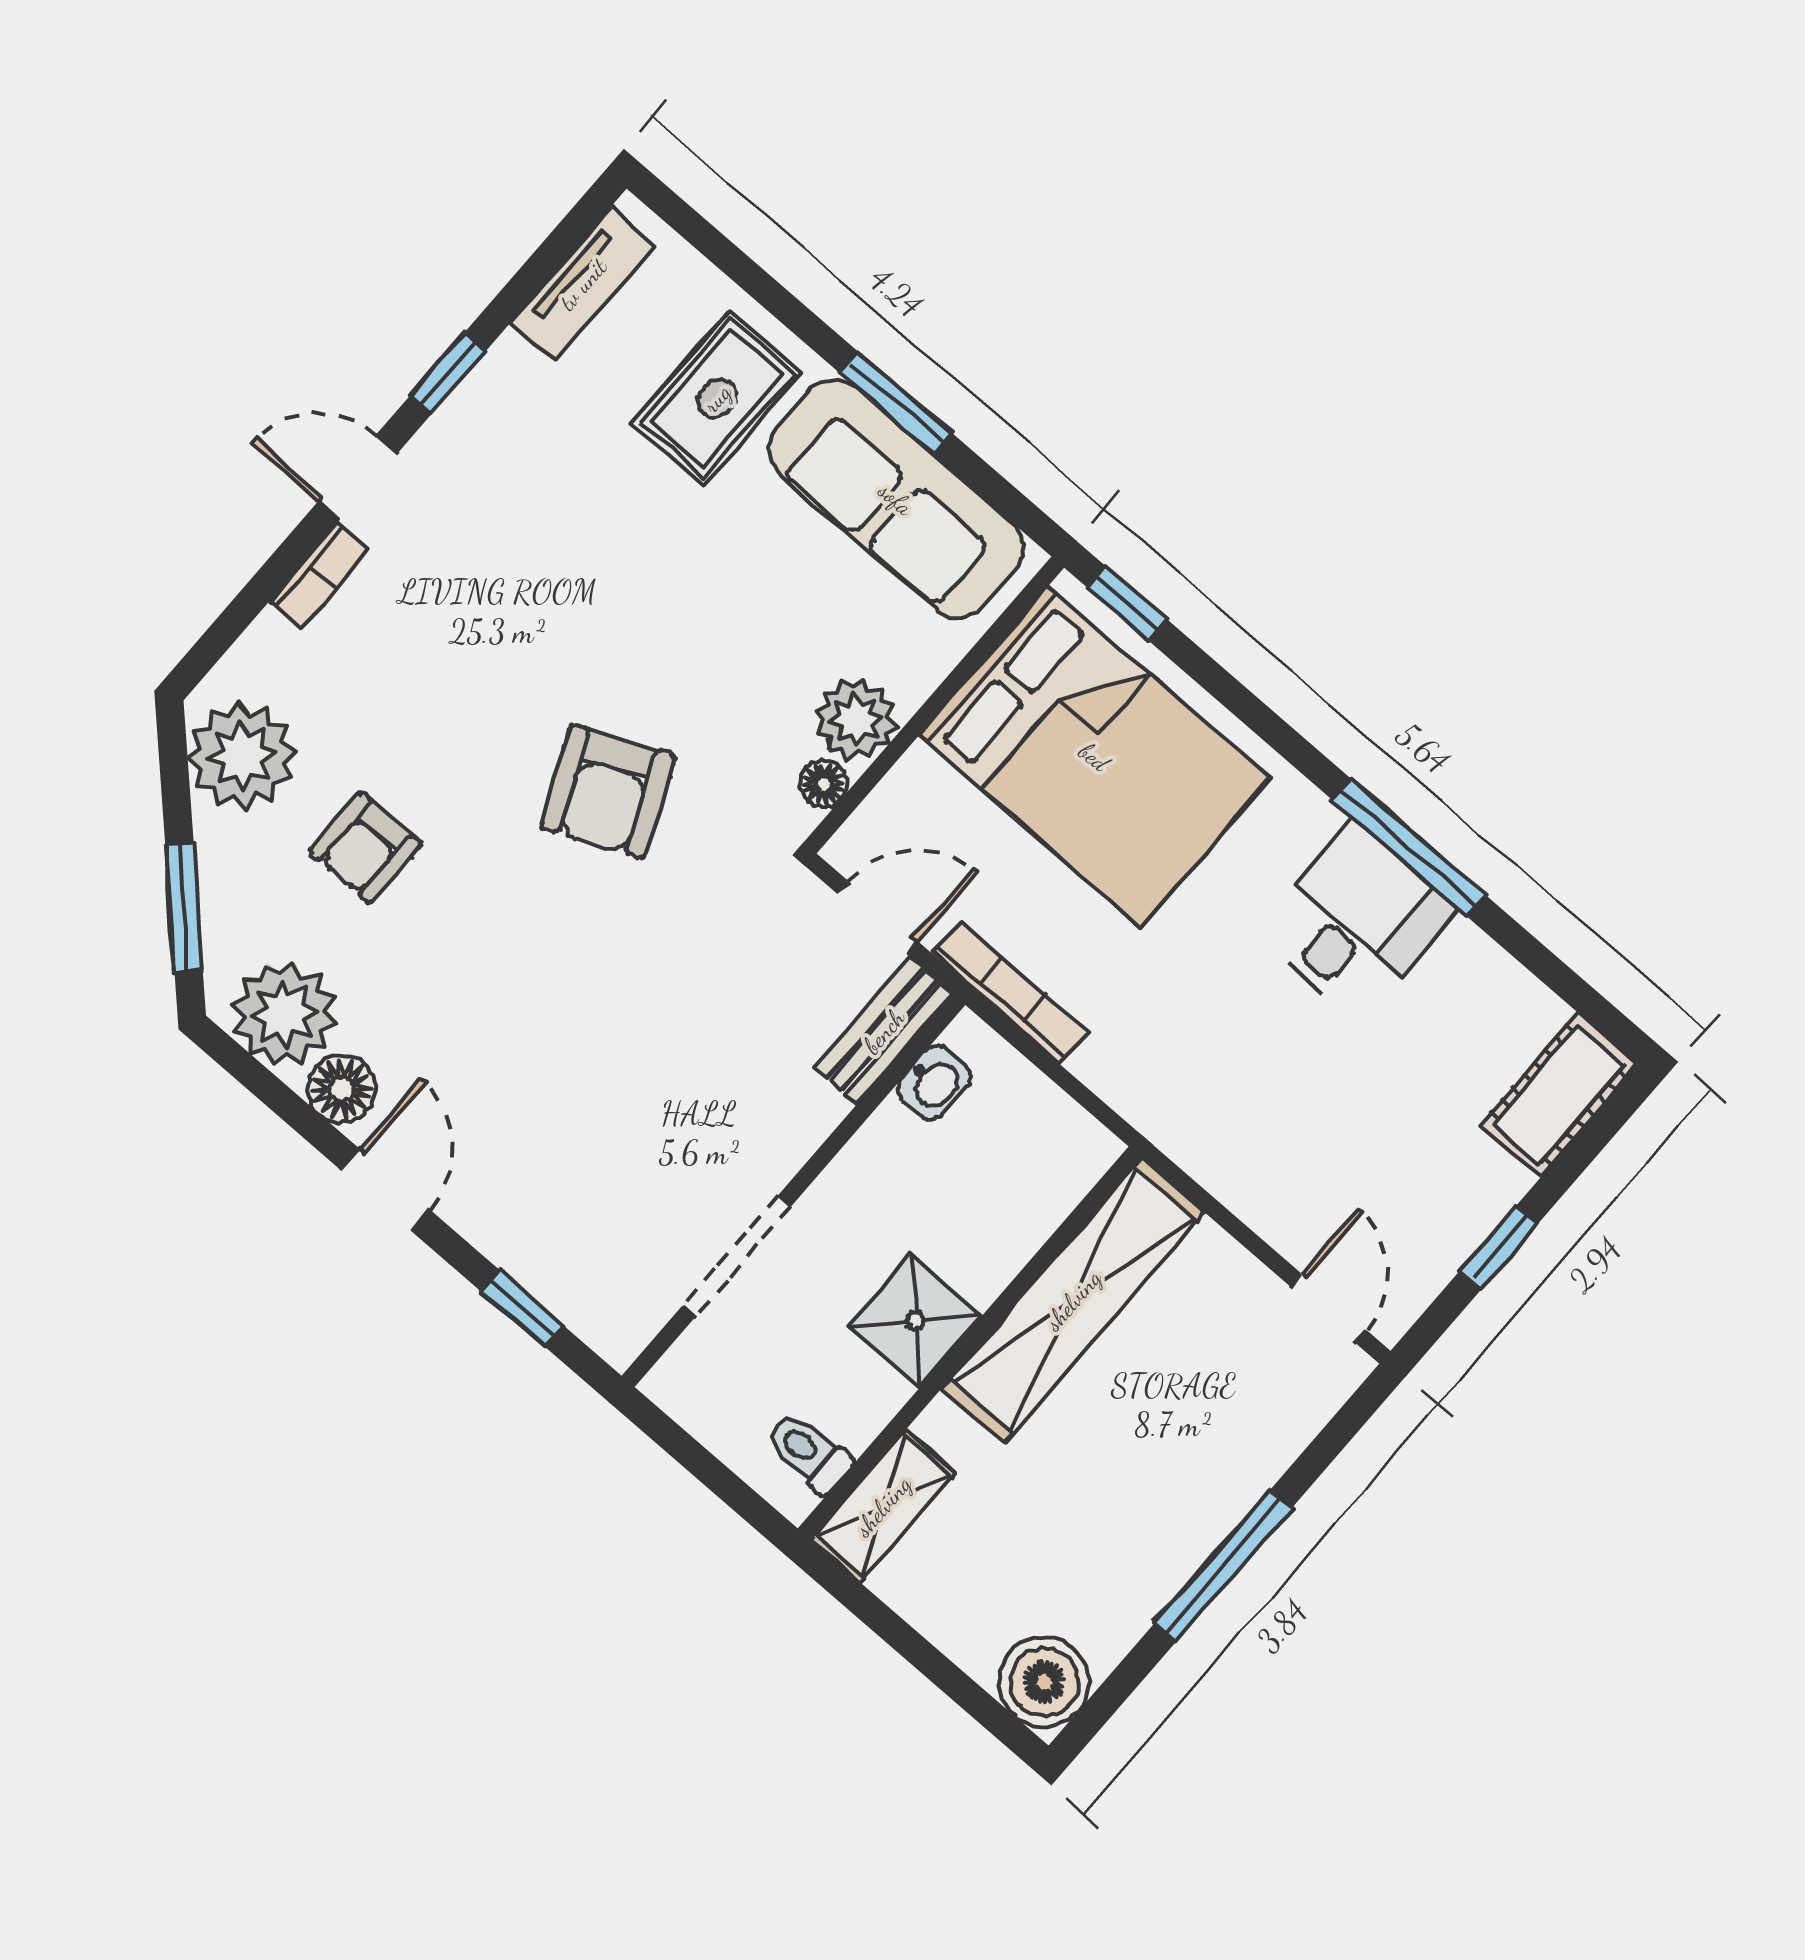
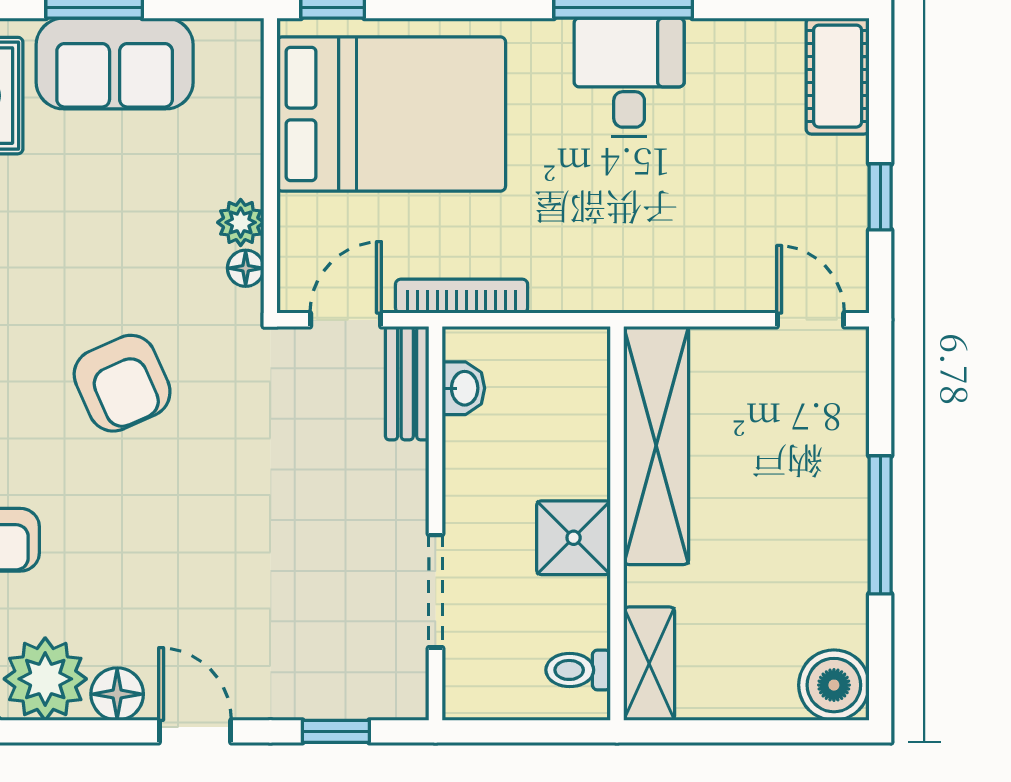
sofa: (896, 499) -> (115, 63), width x0.73
plant: (856, 719) -> (241, 222), width x0.73, depth x0.73

